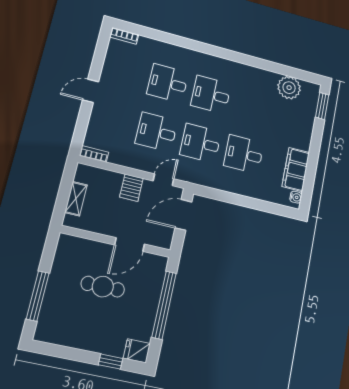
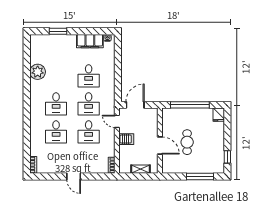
plant: (289, 88) -> (38, 72), moved
window: (322, 106) -> (58, 31), moved
door: (183, 215) -> (135, 105), swing flipped
door: (130, 245) -> (160, 145), moved
window: (111, 362) -> (227, 157), moved

